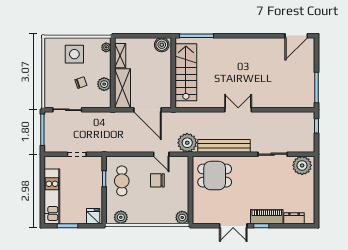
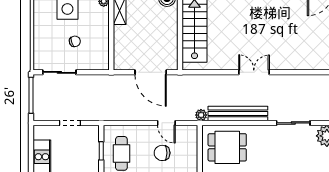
plant: (104, 84) -> (101, 43), removed
shelving: (122, 88) -> (122, 48), removed
plant: (187, 143) -> (201, 115), width x0.53, depth x0.53

